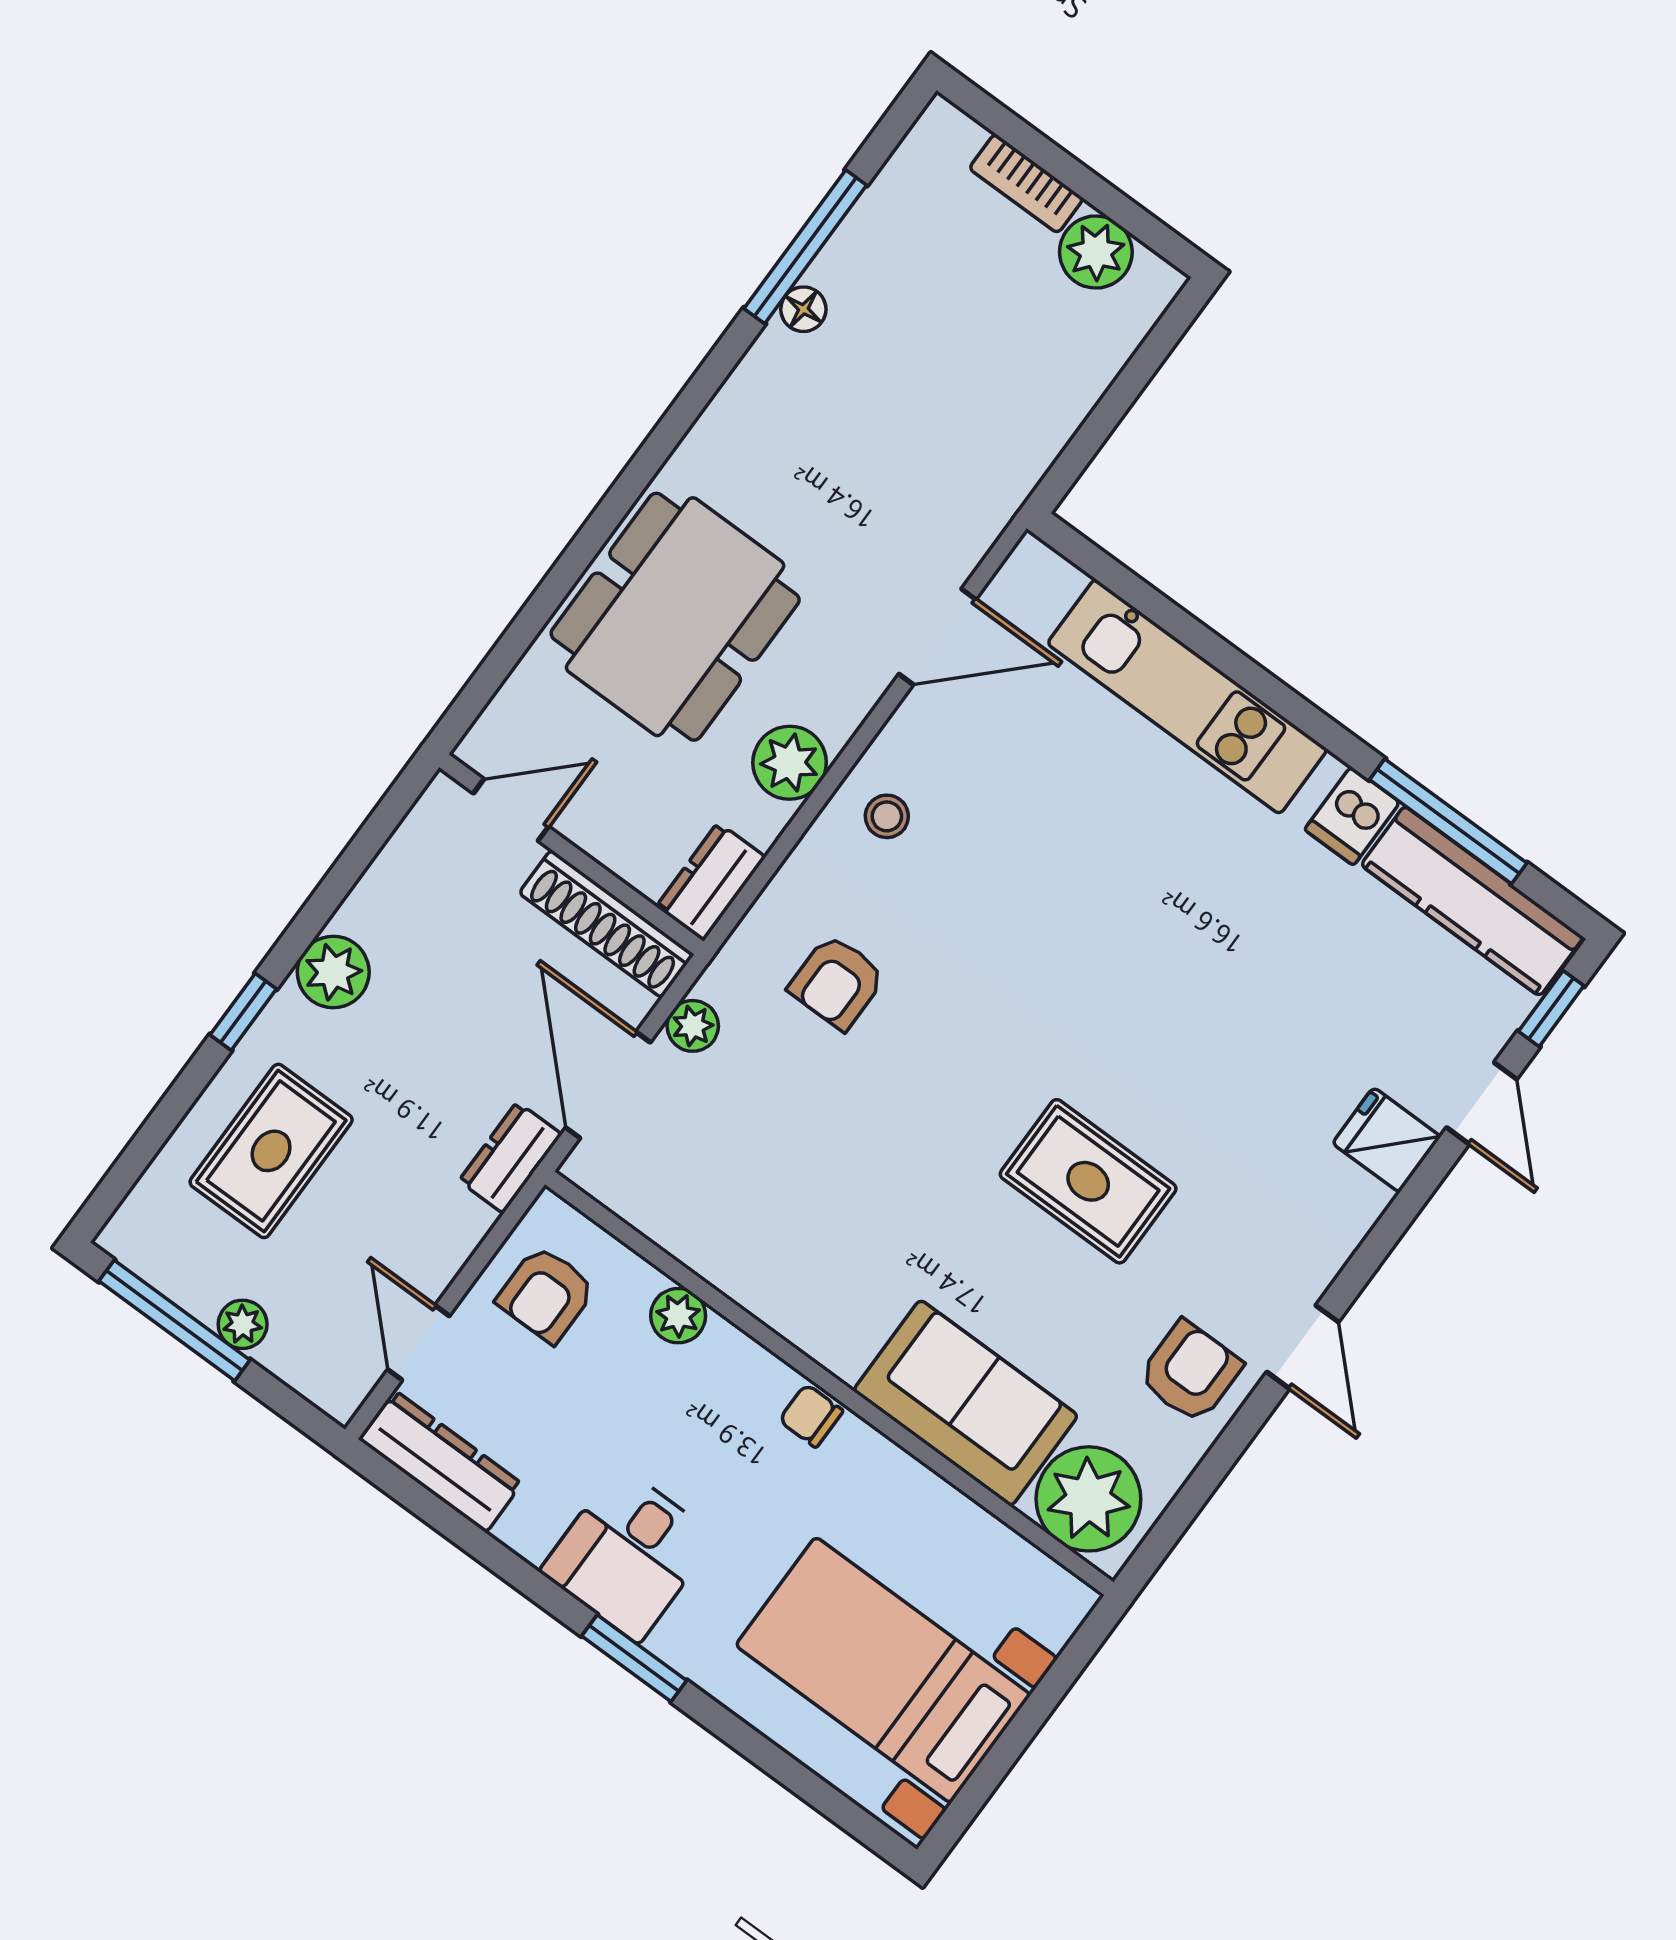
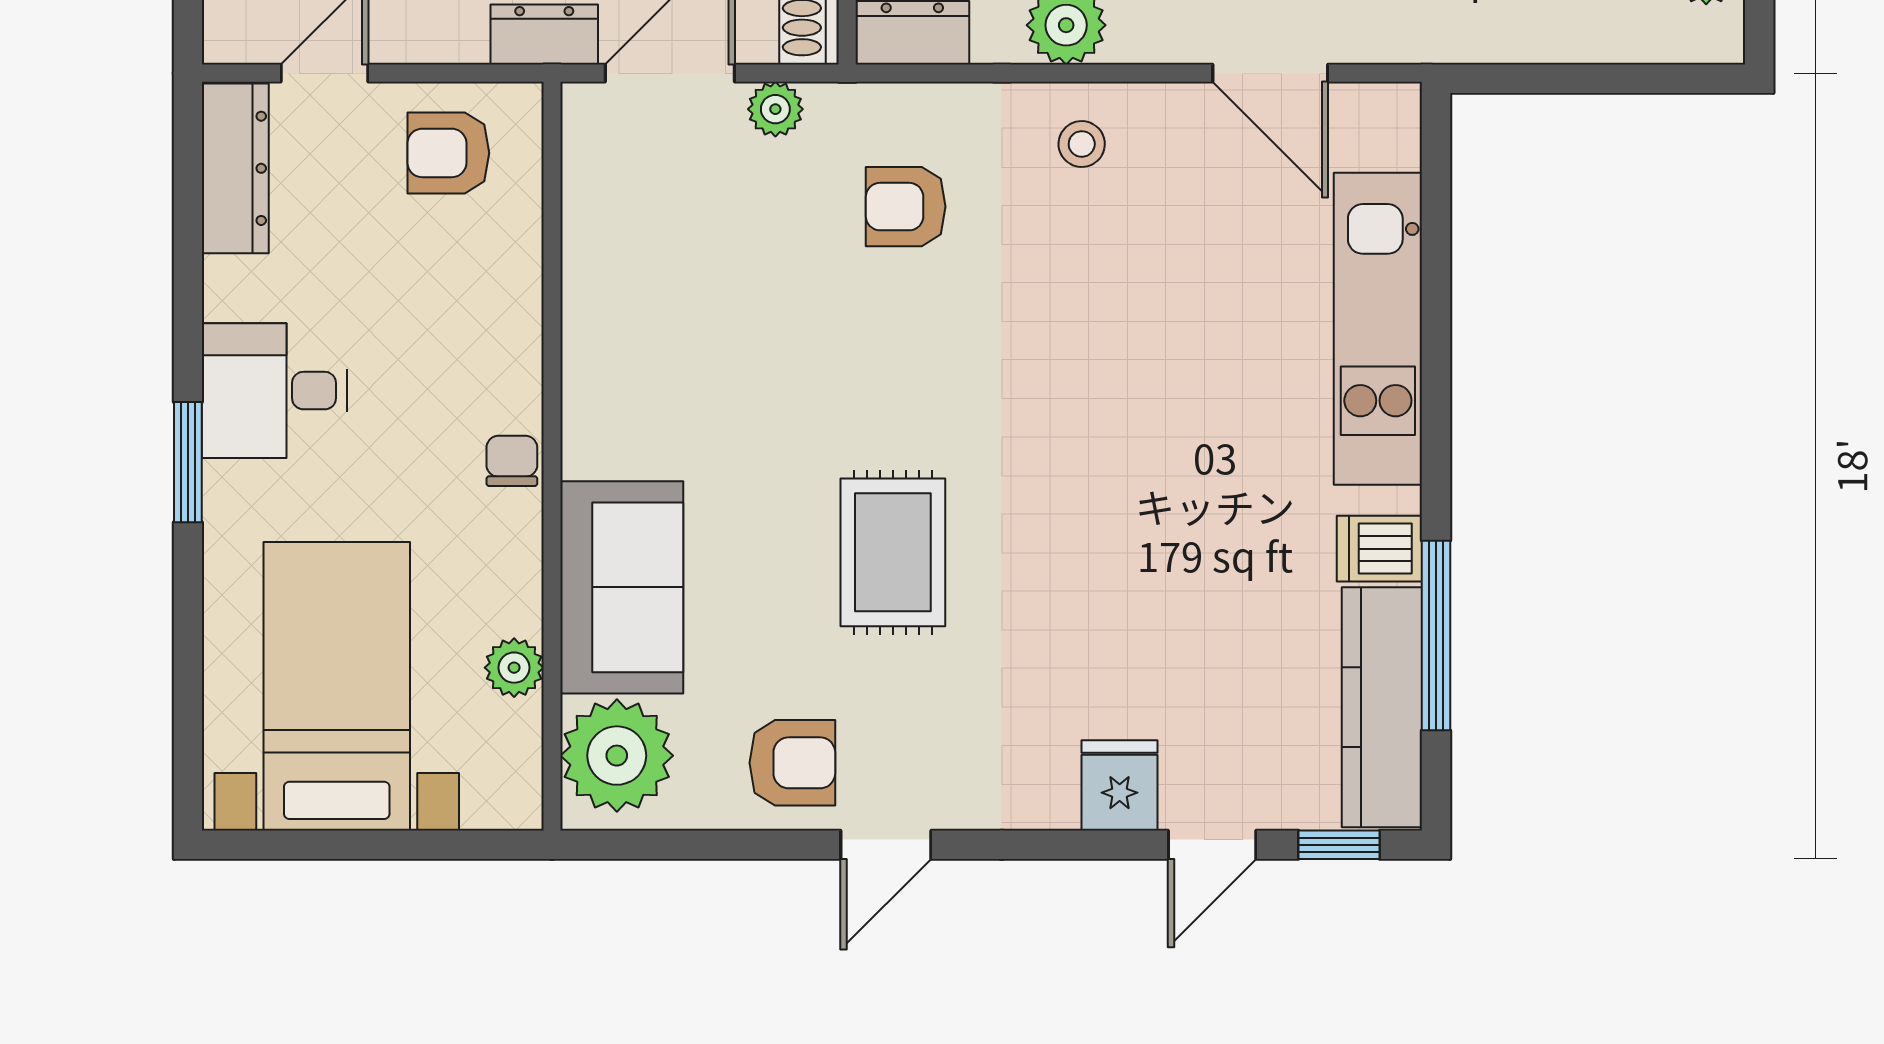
plant: (678, 1316) -> (514, 668), moved

